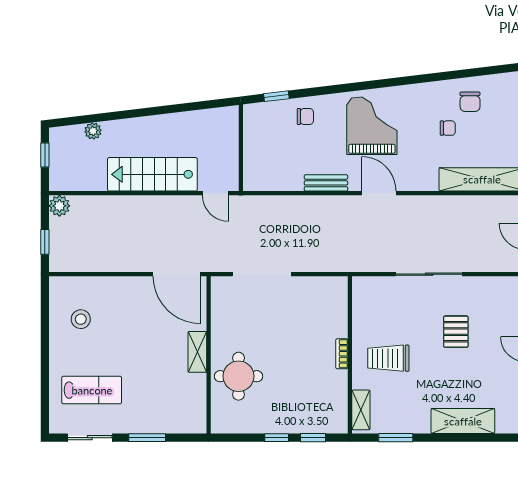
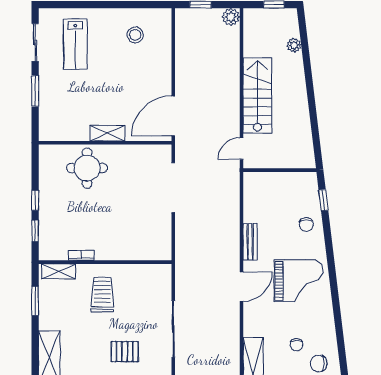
bookcase: (342, 354) -> (81, 255), moved

